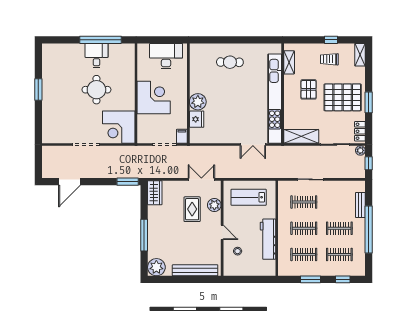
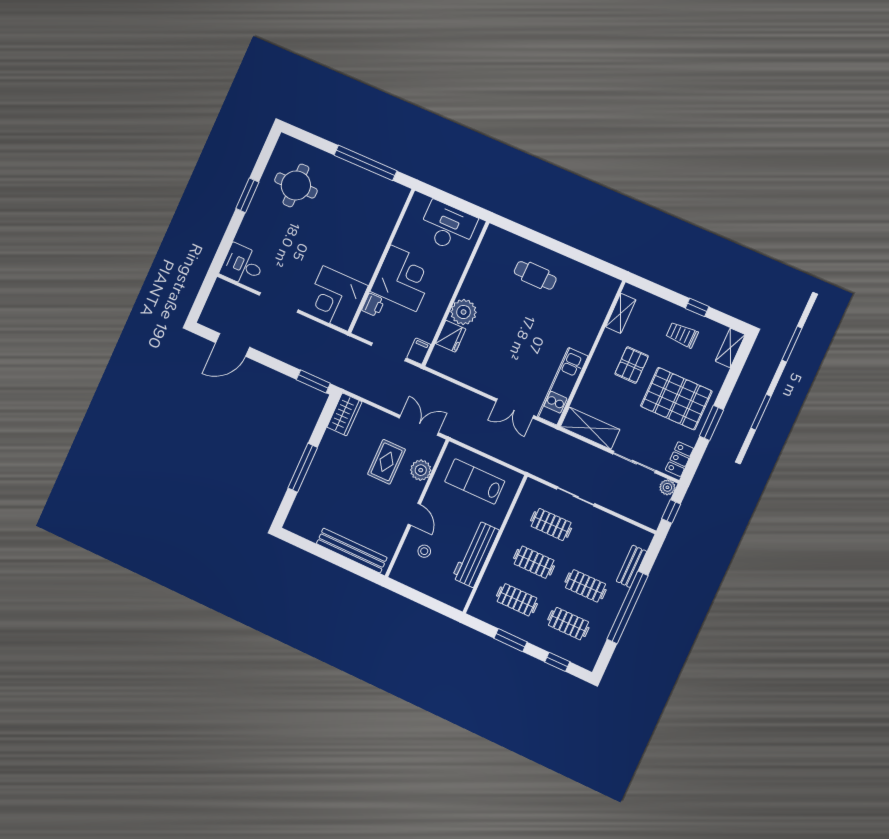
desk: (97, 56) -> (242, 265), moved, turned -90
round table: (96, 90) -> (296, 185), moved
kitchen unit: (275, 99) -> (563, 386), width x0.54
printer: (143, 121) -> (373, 305), added
plant: (156, 267) -> (299, 521), removed

